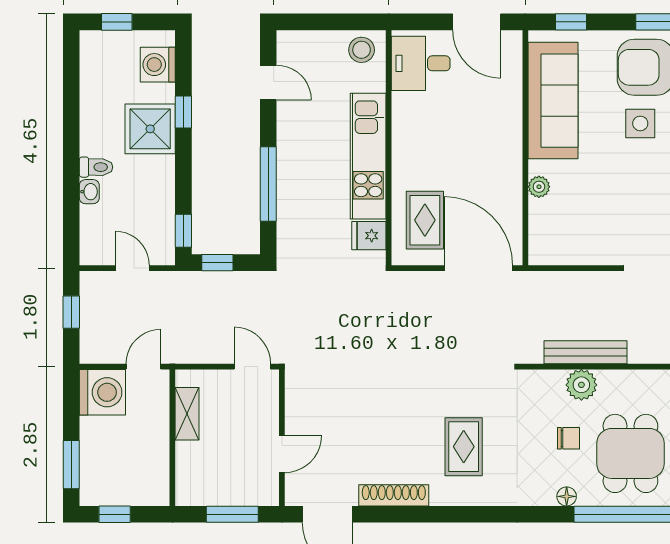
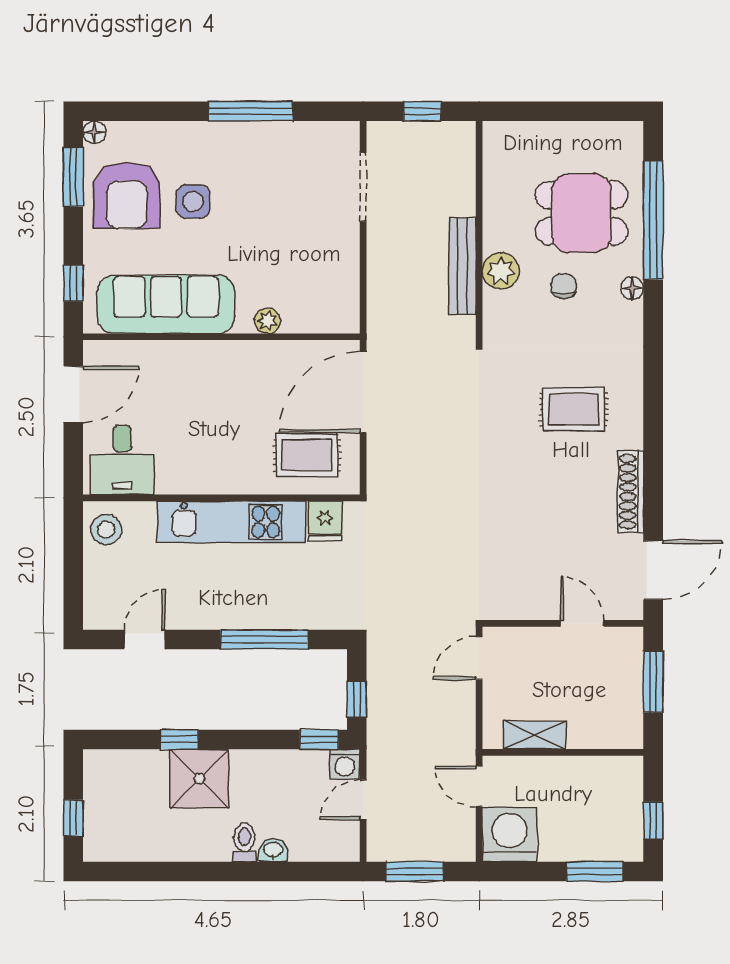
washing machine: (158, 65) -> (345, 764), moved, width x0.73, depth x0.73
window: (71, 312) -> (415, 871), width x1.50

